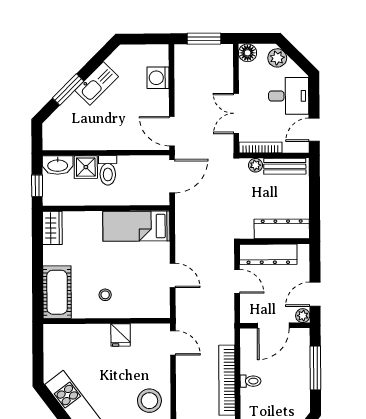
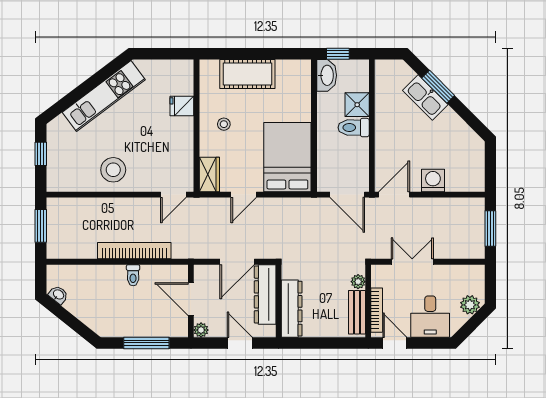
floor lamp: (248, 53) -> (475, 274), removed
washing machine: (158, 78) -> (433, 180), moved
kitchen sink: (97, 84) -> (425, 97), moved
bookcase: (260, 147) -> (377, 310), moved
washbasin: (58, 165) -> (327, 75), moved, turned 180
bed: (136, 226) -> (287, 157), width x1.50
wardrobe: (52, 228) -> (209, 174), moved, turned -90
door: (237, 281) -> (237, 262), width x1.38
cot: (57, 292) -> (247, 74), moved
door: (315, 294) -> (240, 343), moved
fridge: (121, 335) -> (182, 106), moved

